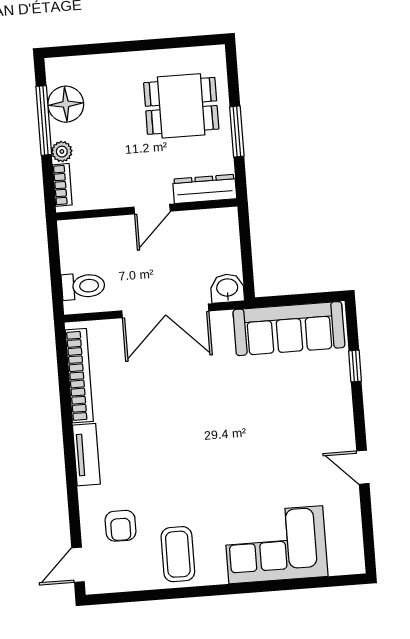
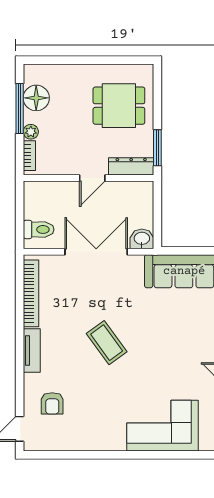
window: (237, 131) -> (157, 148), moved
double door: (165, 311) -> (96, 252), swing flipped
coffee table: (178, 554) -> (107, 343), moved, turned -36

